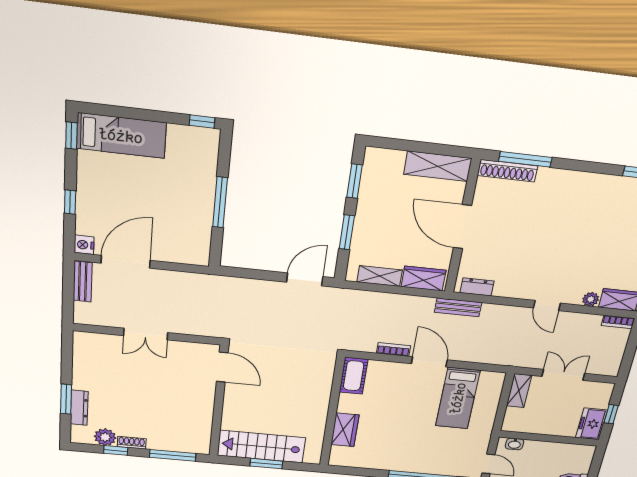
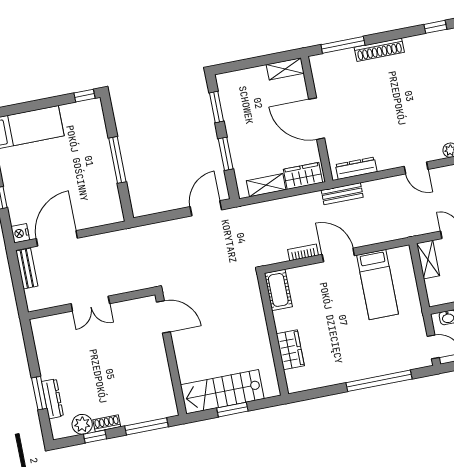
shelving: (438, 166) -> (285, 69), width x0.67, depth x0.75
shoe rack: (507, 171) -> (379, 50), moved
dresser: (477, 287) -> (356, 168), width x1.44

